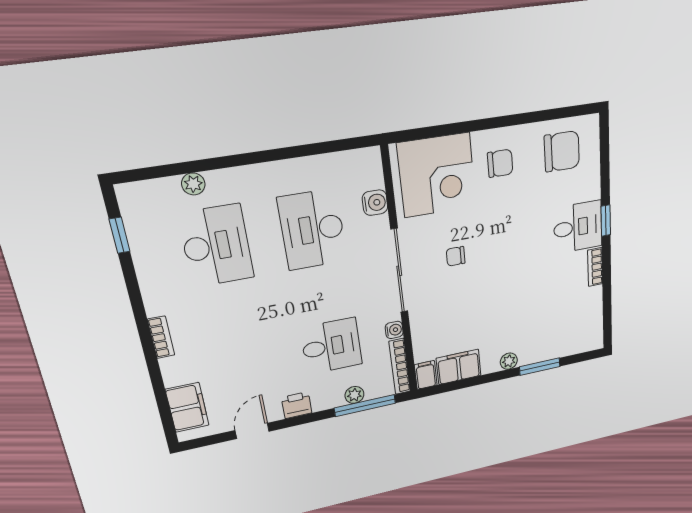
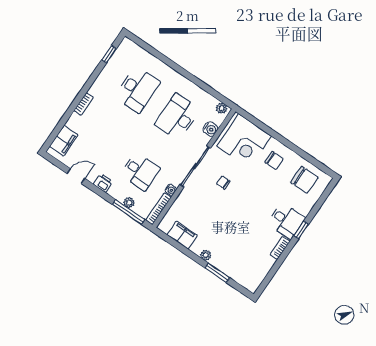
plant: (193, 184) -> (222, 108), moved
filing cabinet: (426, 375) -> (165, 224), removed

